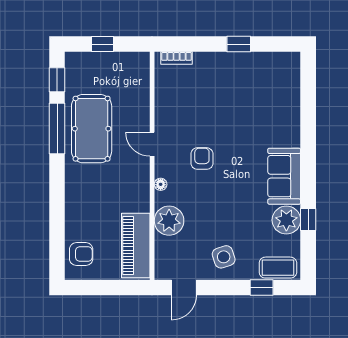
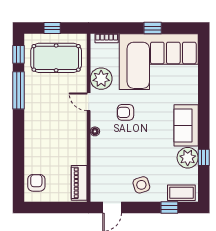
corner sofa: (247, 90) -> (159, 62), added
pool table: (92, 129) -> (56, 58), moved, turned 90
armchair: (202, 159) -> (125, 112), turned -90
plant: (169, 221) -> (101, 79), moved
piano: (136, 245) -> (79, 183), width x0.73, depth x0.75
armchair: (81, 254) -> (36, 183), turned -90

